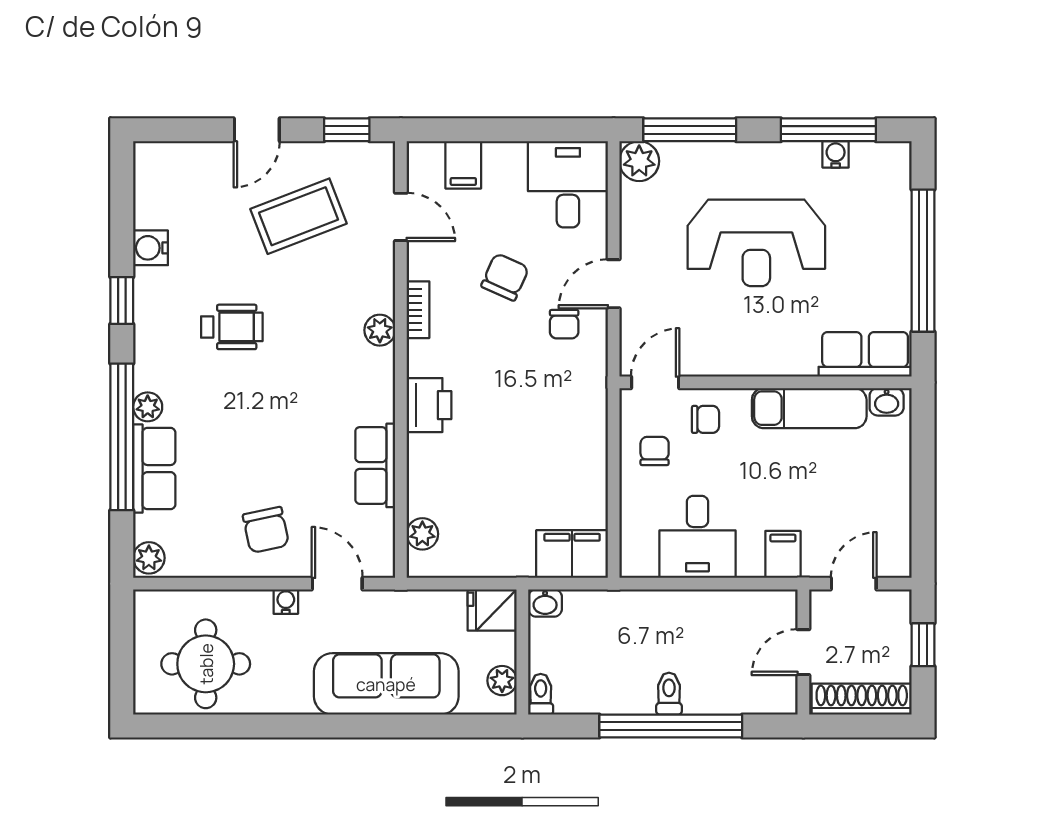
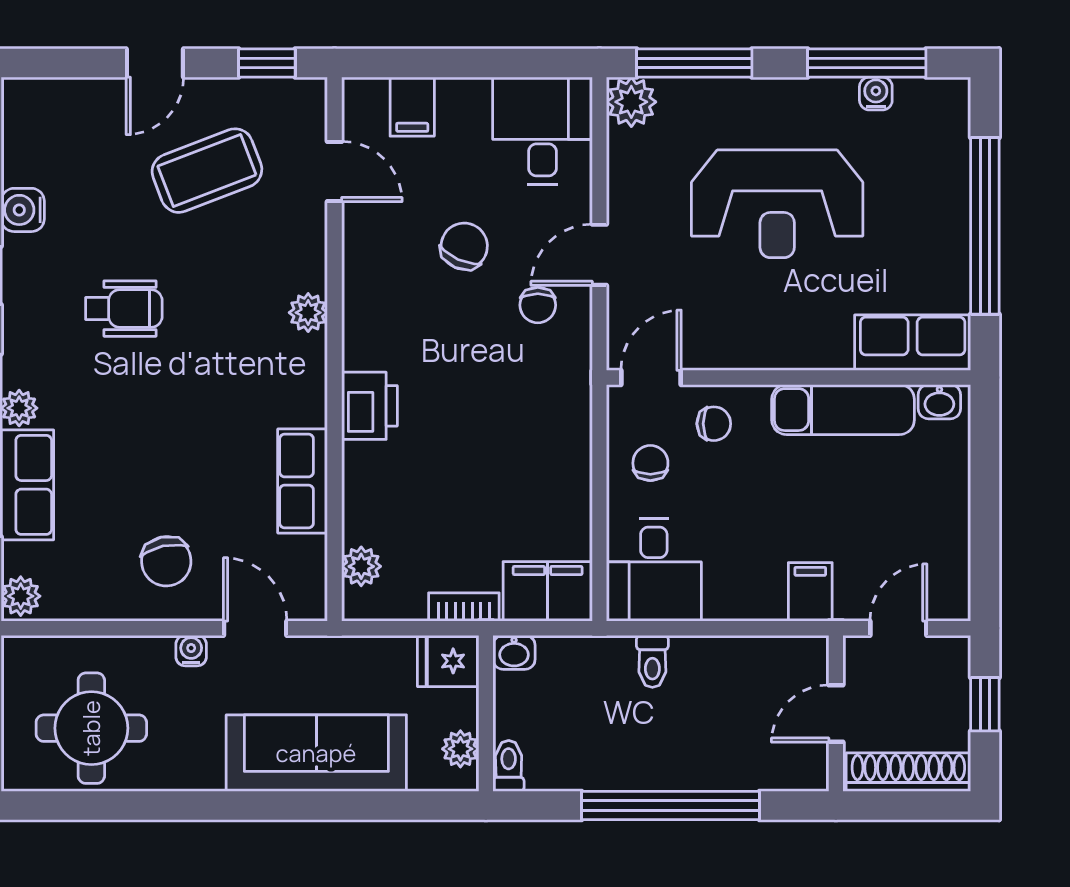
bookcase: (418, 310) -> (464, 607), moved, turned -90
desk: (697, 537) -> (654, 570), moved
toilet: (669, 694) -> (652, 661), moved, turned 180

